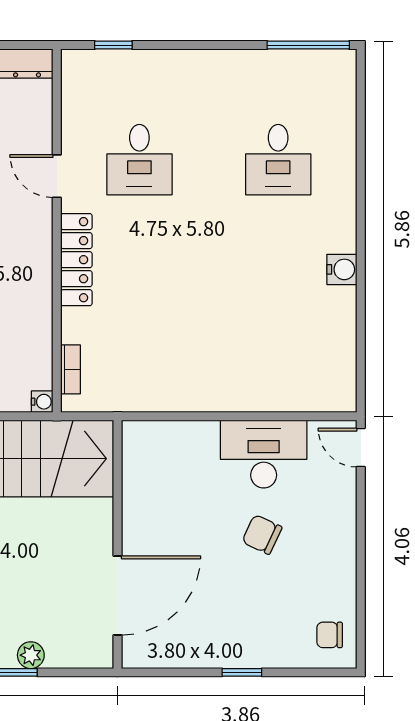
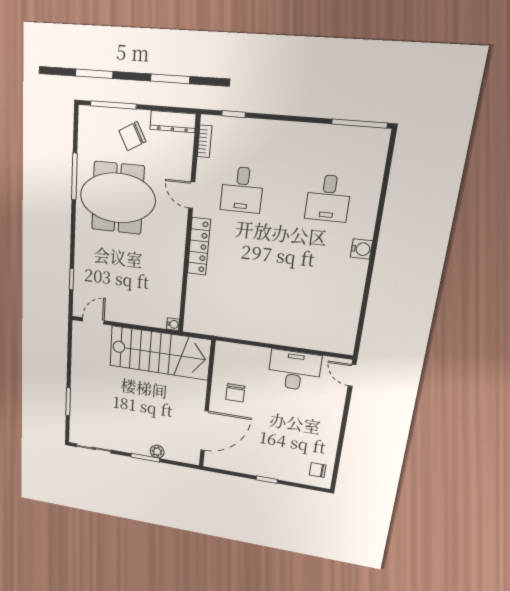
water cooler: (342, 269) -> (361, 249), moved
bookcase: (70, 369) -> (205, 141), moved
chair: (262, 534) -> (235, 393), moved, turned -115

